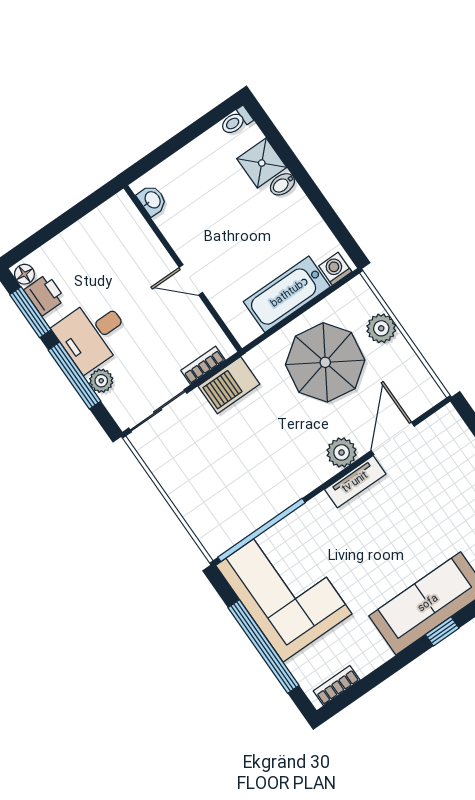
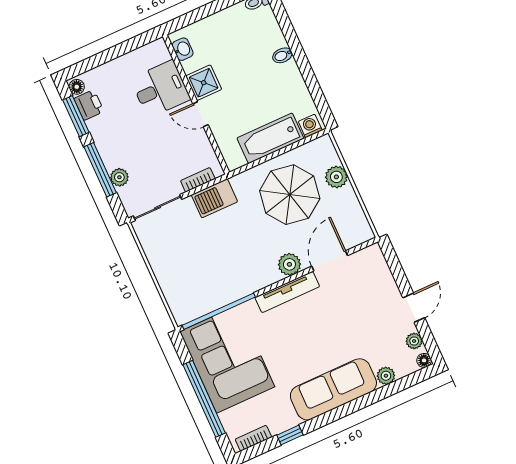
shower: (262, 163) -> (204, 83), moved
desk: (92, 334) -> (160, 89), moved, turned 180
tv unit: (355, 482) -> (287, 292), width x1.41
window: (442, 631) -> (290, 435), moved

